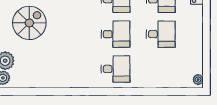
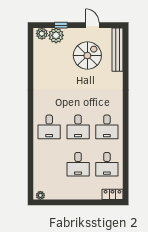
spiral stairs: (29, 23) -> (87, 56), turned -90

